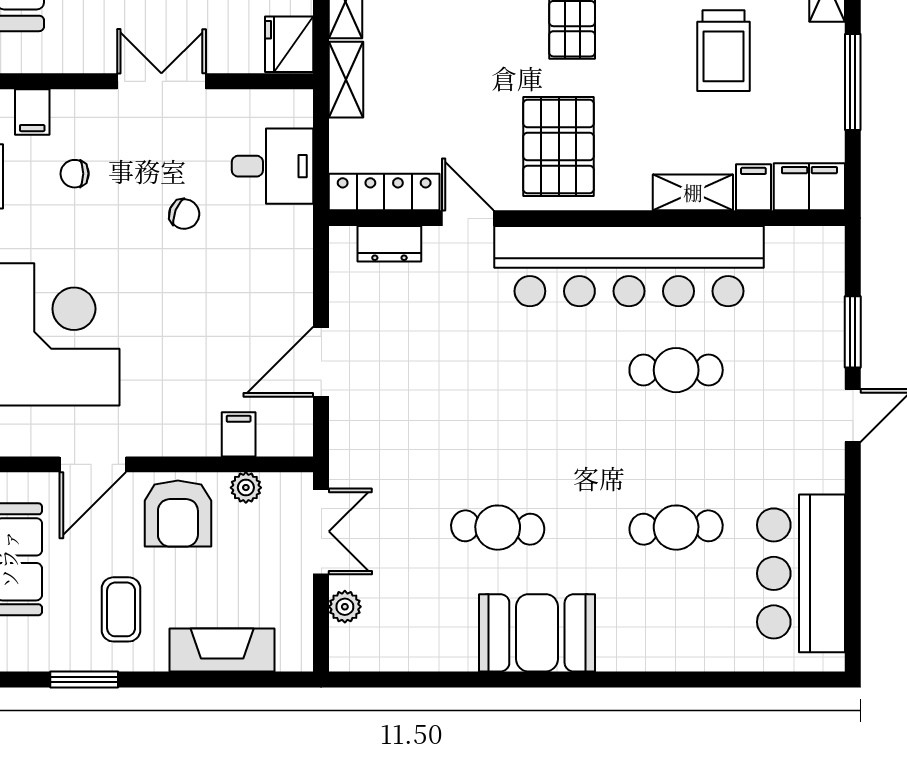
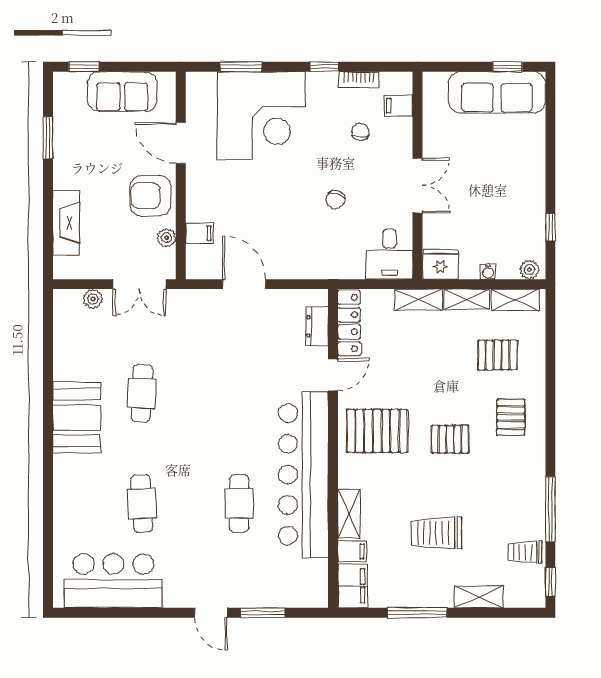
desk: (273, 166) -> (389, 254), moved
coffee table: (121, 609) -> (91, 161), removed

